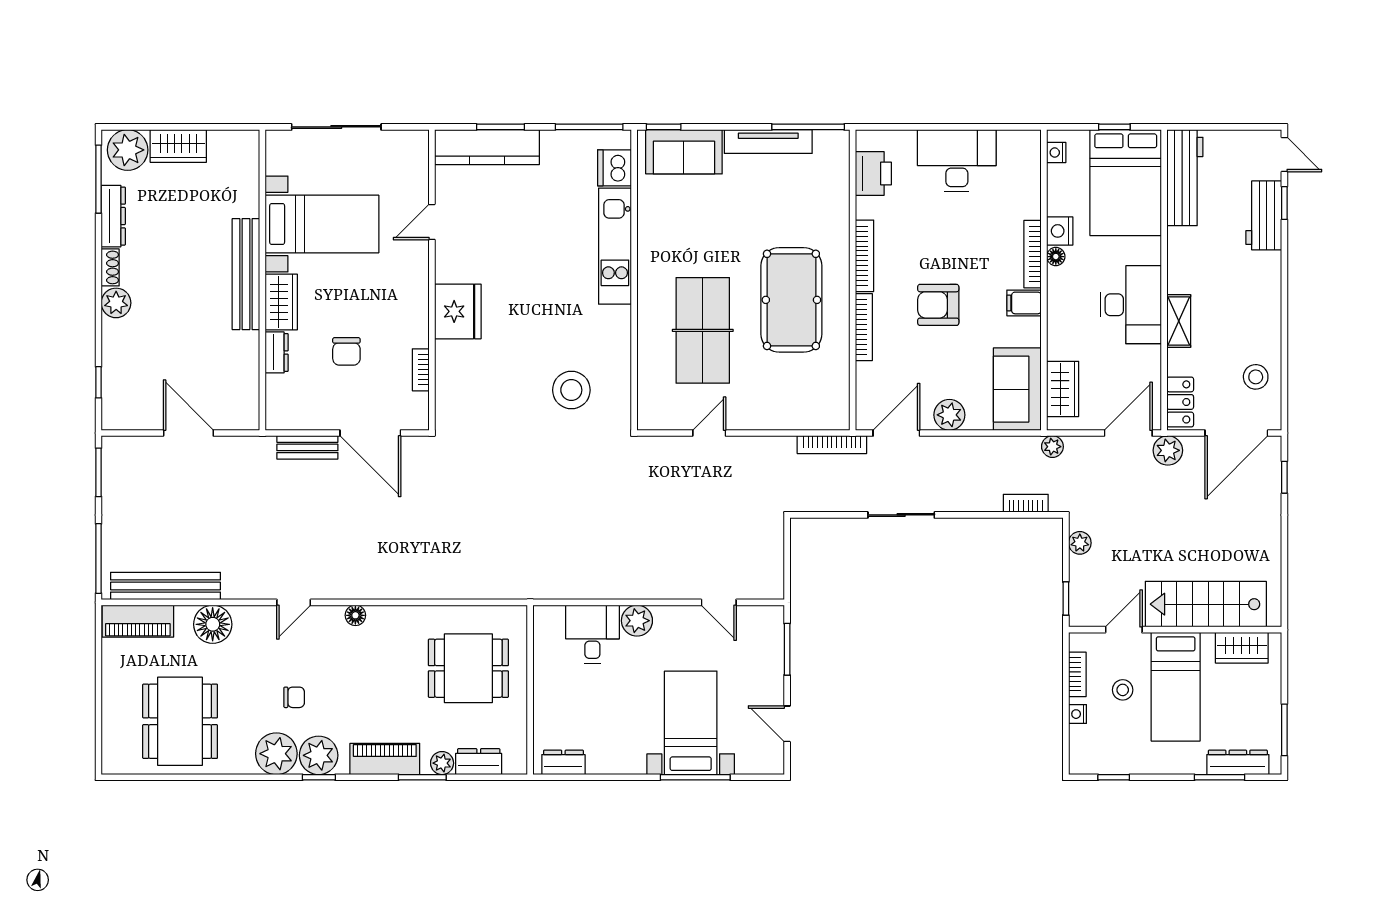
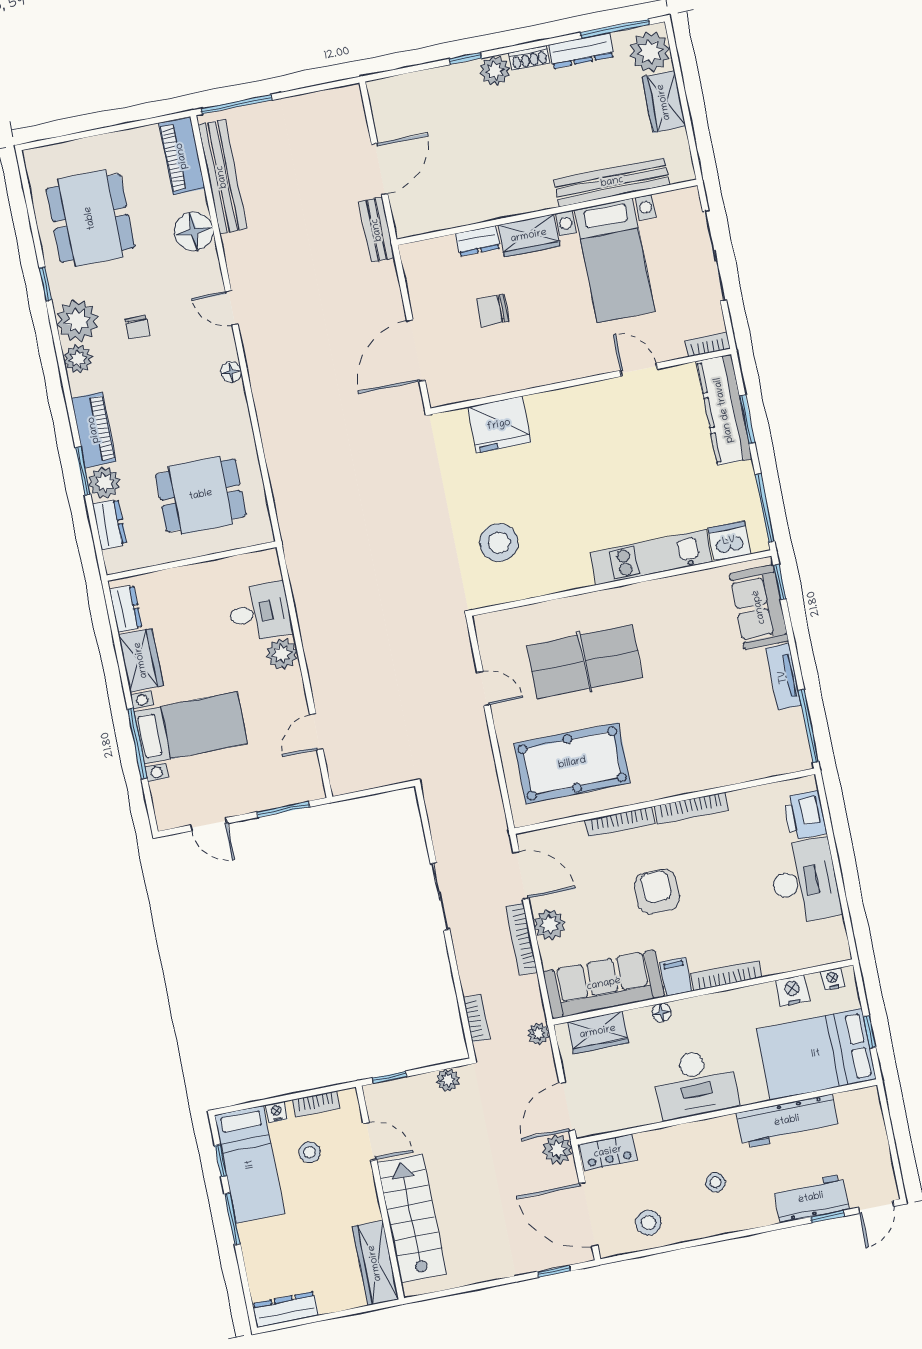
tv unit: (768, 142) -> (783, 677), width x0.71
printer: (873, 173) -> (805, 815), moved, turned 90
workbench: (1185, 178) -> (787, 1121), moved
nightstand: (1060, 231) -> (792, 991), moved
floor lamp: (1056, 257) -> (661, 1013), moved
bench: (246, 274) -> (612, 182), moved
pool table: (791, 300) -> (572, 763), moved
stool: (1230, 305) -> (715, 1182), added
fridge: (458, 311) -> (499, 425), moved
shelving: (1179, 321) -> (689, 1135), removed
bookcase: (421, 370) -> (708, 344), moved
window: (99, 382) -> (465, 59), moved
sofa: (1017, 389) -> (604, 984), width x1.36
door: (1128, 433) -> (567, 1107), swing flipped
bookcase: (832, 445) -> (521, 939), moved
bench: (307, 447) -> (377, 230), moved
window: (99, 472) -> (323, 87), removed
wardrobe: (1242, 648) -> (375, 1263), width x1.50
dining table: (468, 668) -> (201, 495), turned 90
bed: (1176, 687) -> (250, 1164), moved, turned -90
dining table: (180, 721) -> (90, 218), turned 90
door: (787, 724) -> (209, 824), swing flipped
window: (1284, 730) -> (302, 1322), removed
plant: (319, 755) -> (78, 359), width x0.73, depth x0.73
wardrobe: (616, 758) -> (141, 660), added
dresser: (1238, 762) -> (285, 1309), moved, turned -90
plant: (442, 763) -> (104, 483), width x1.38, depth x1.38
window: (319, 777) -> (45, 284), moved
window: (1220, 777) -> (232, 1219), moved

